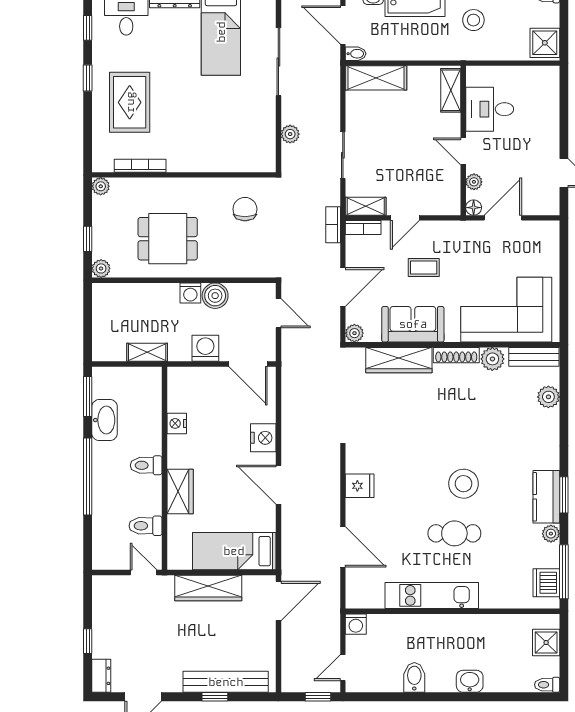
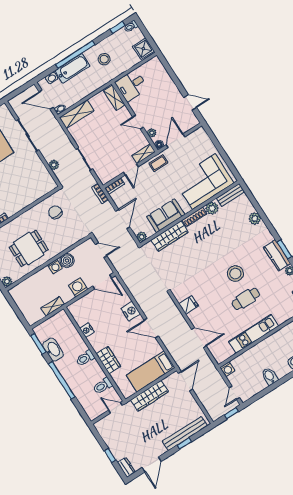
desk: (490, 109) -> (131, 85), moved
shelving: (366, 206) -> (144, 154), moved
coffee table: (424, 268) -> (158, 163), moved
plant: (548, 397) -> (255, 219), moved

